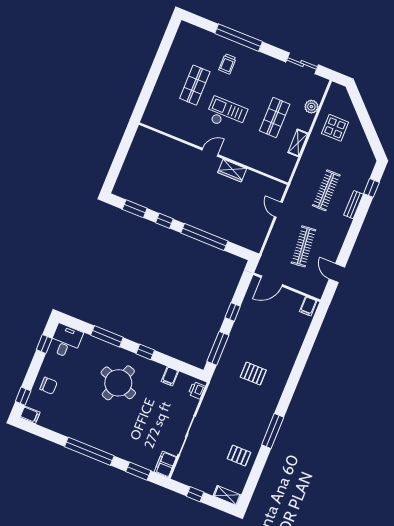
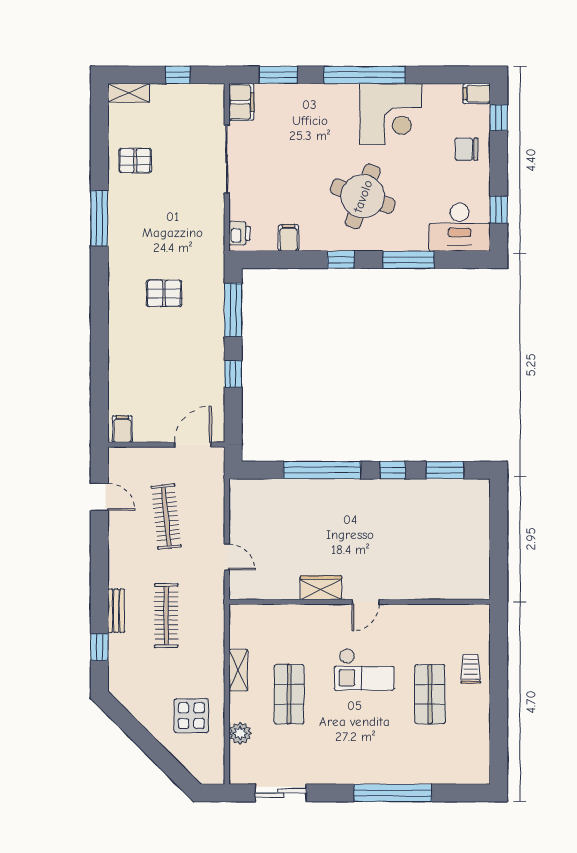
trolley: (227, 64) -> (471, 669), moved
desk: (66, 341) -> (460, 227), width x1.37
corner desk: (83, 423) -> (391, 114), added

